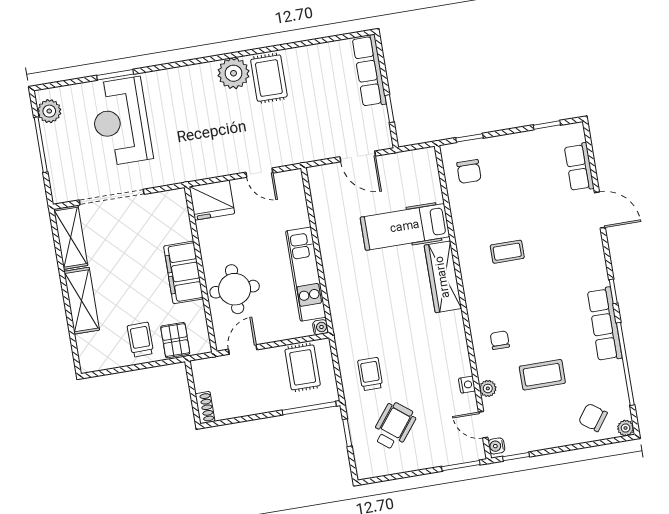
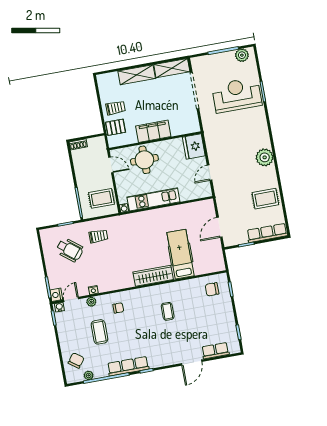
rug: (269, 78) -> (265, 199), moved
plant: (626, 428) -> (89, 375), moved
nightstand: (474, 451) -> (56, 295), added

